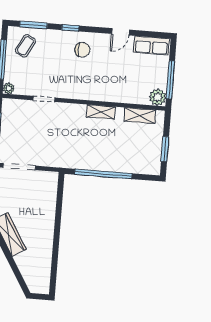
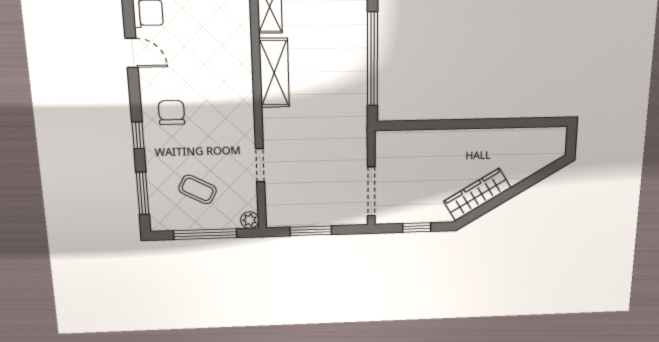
coffee table: (25, 46) -> (198, 189), moved
shelving: (101, 112) -> (274, 73), width x1.50, depth x1.33

